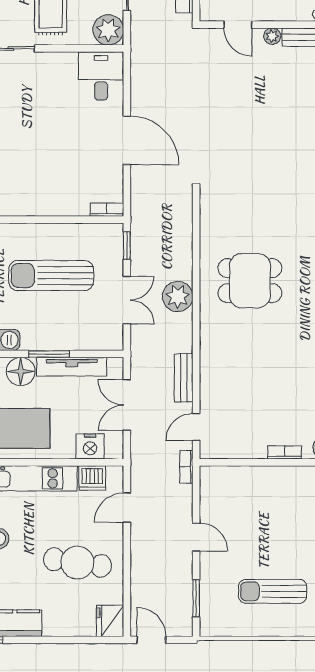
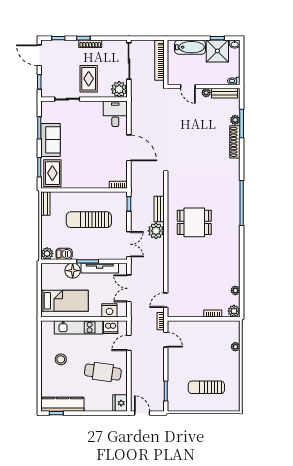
double door: (127, 300) -> (129, 244), moved
bench: (184, 378) -> (159, 209), moved
door: (196, 537) -> (166, 340), moved

